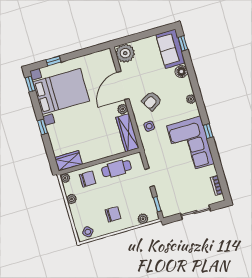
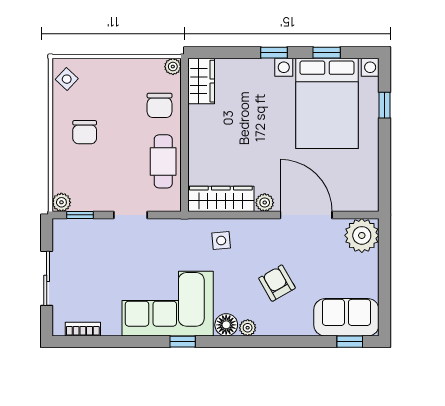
floor lamp: (181, 72) -> (226, 325), moved
window: (30, 84) -> (327, 53), moved
armchair: (152, 101) -> (277, 283), moved
plant: (72, 199) -> (132, 67), removed
plant: (143, 219) -> (61, 202), moved

